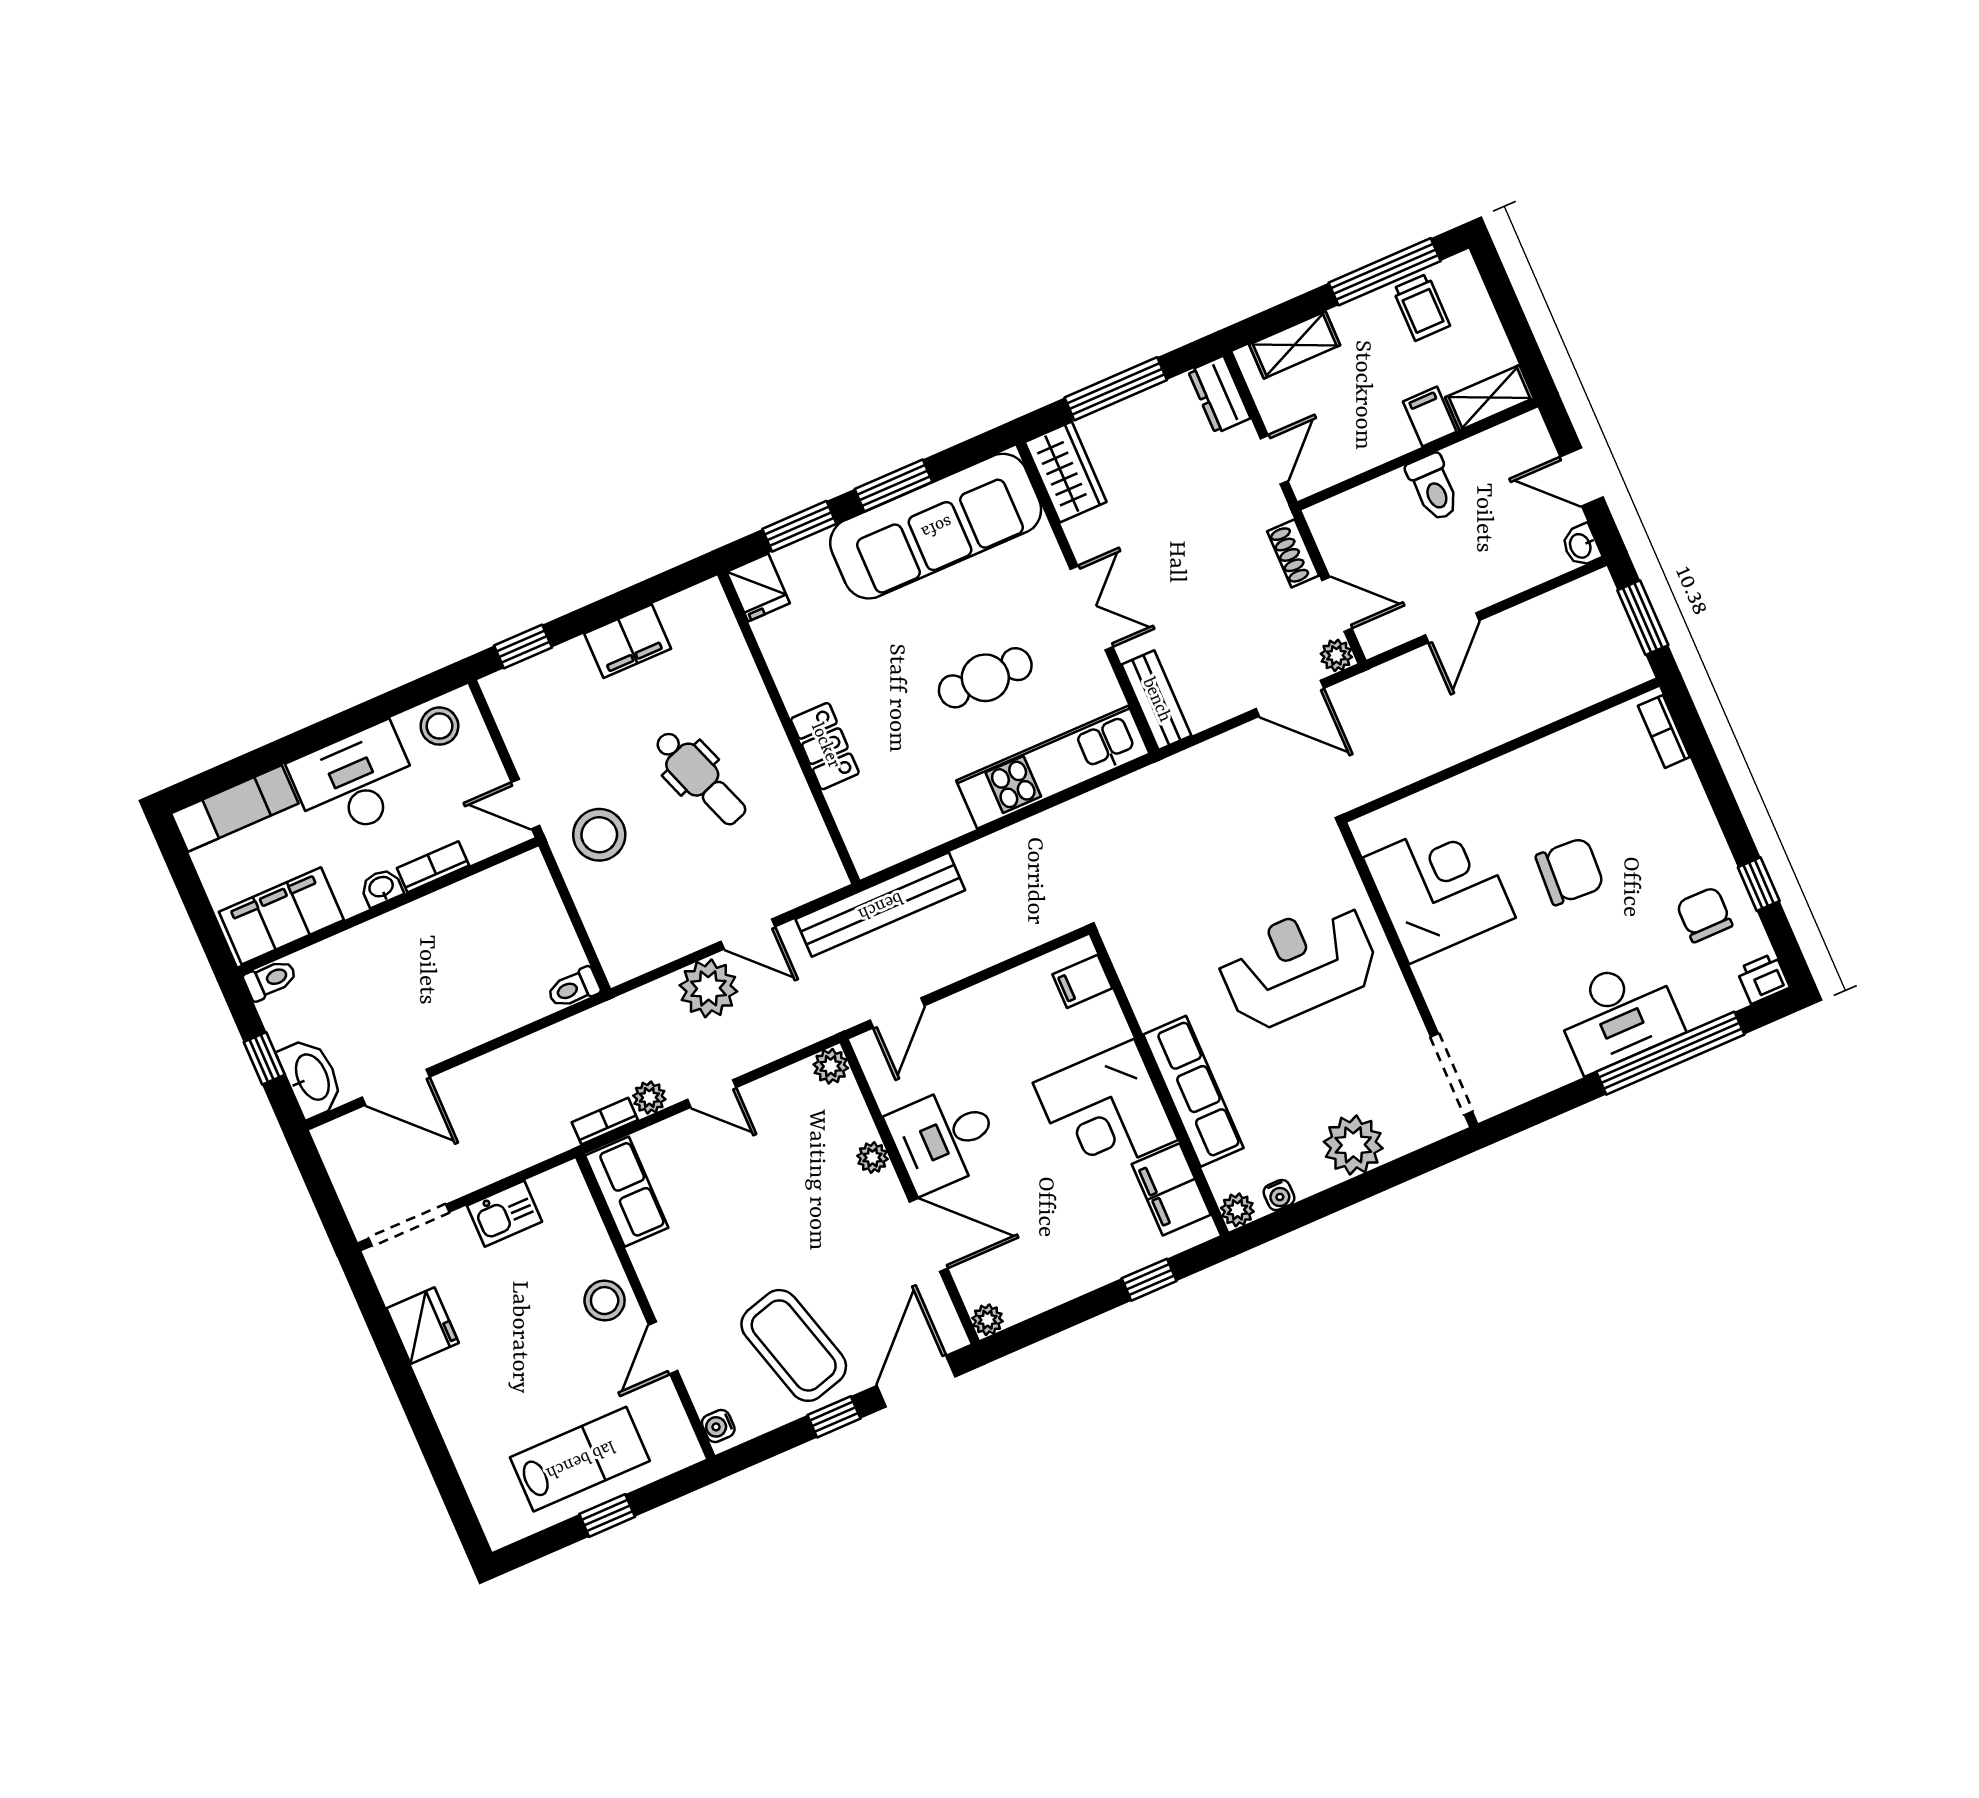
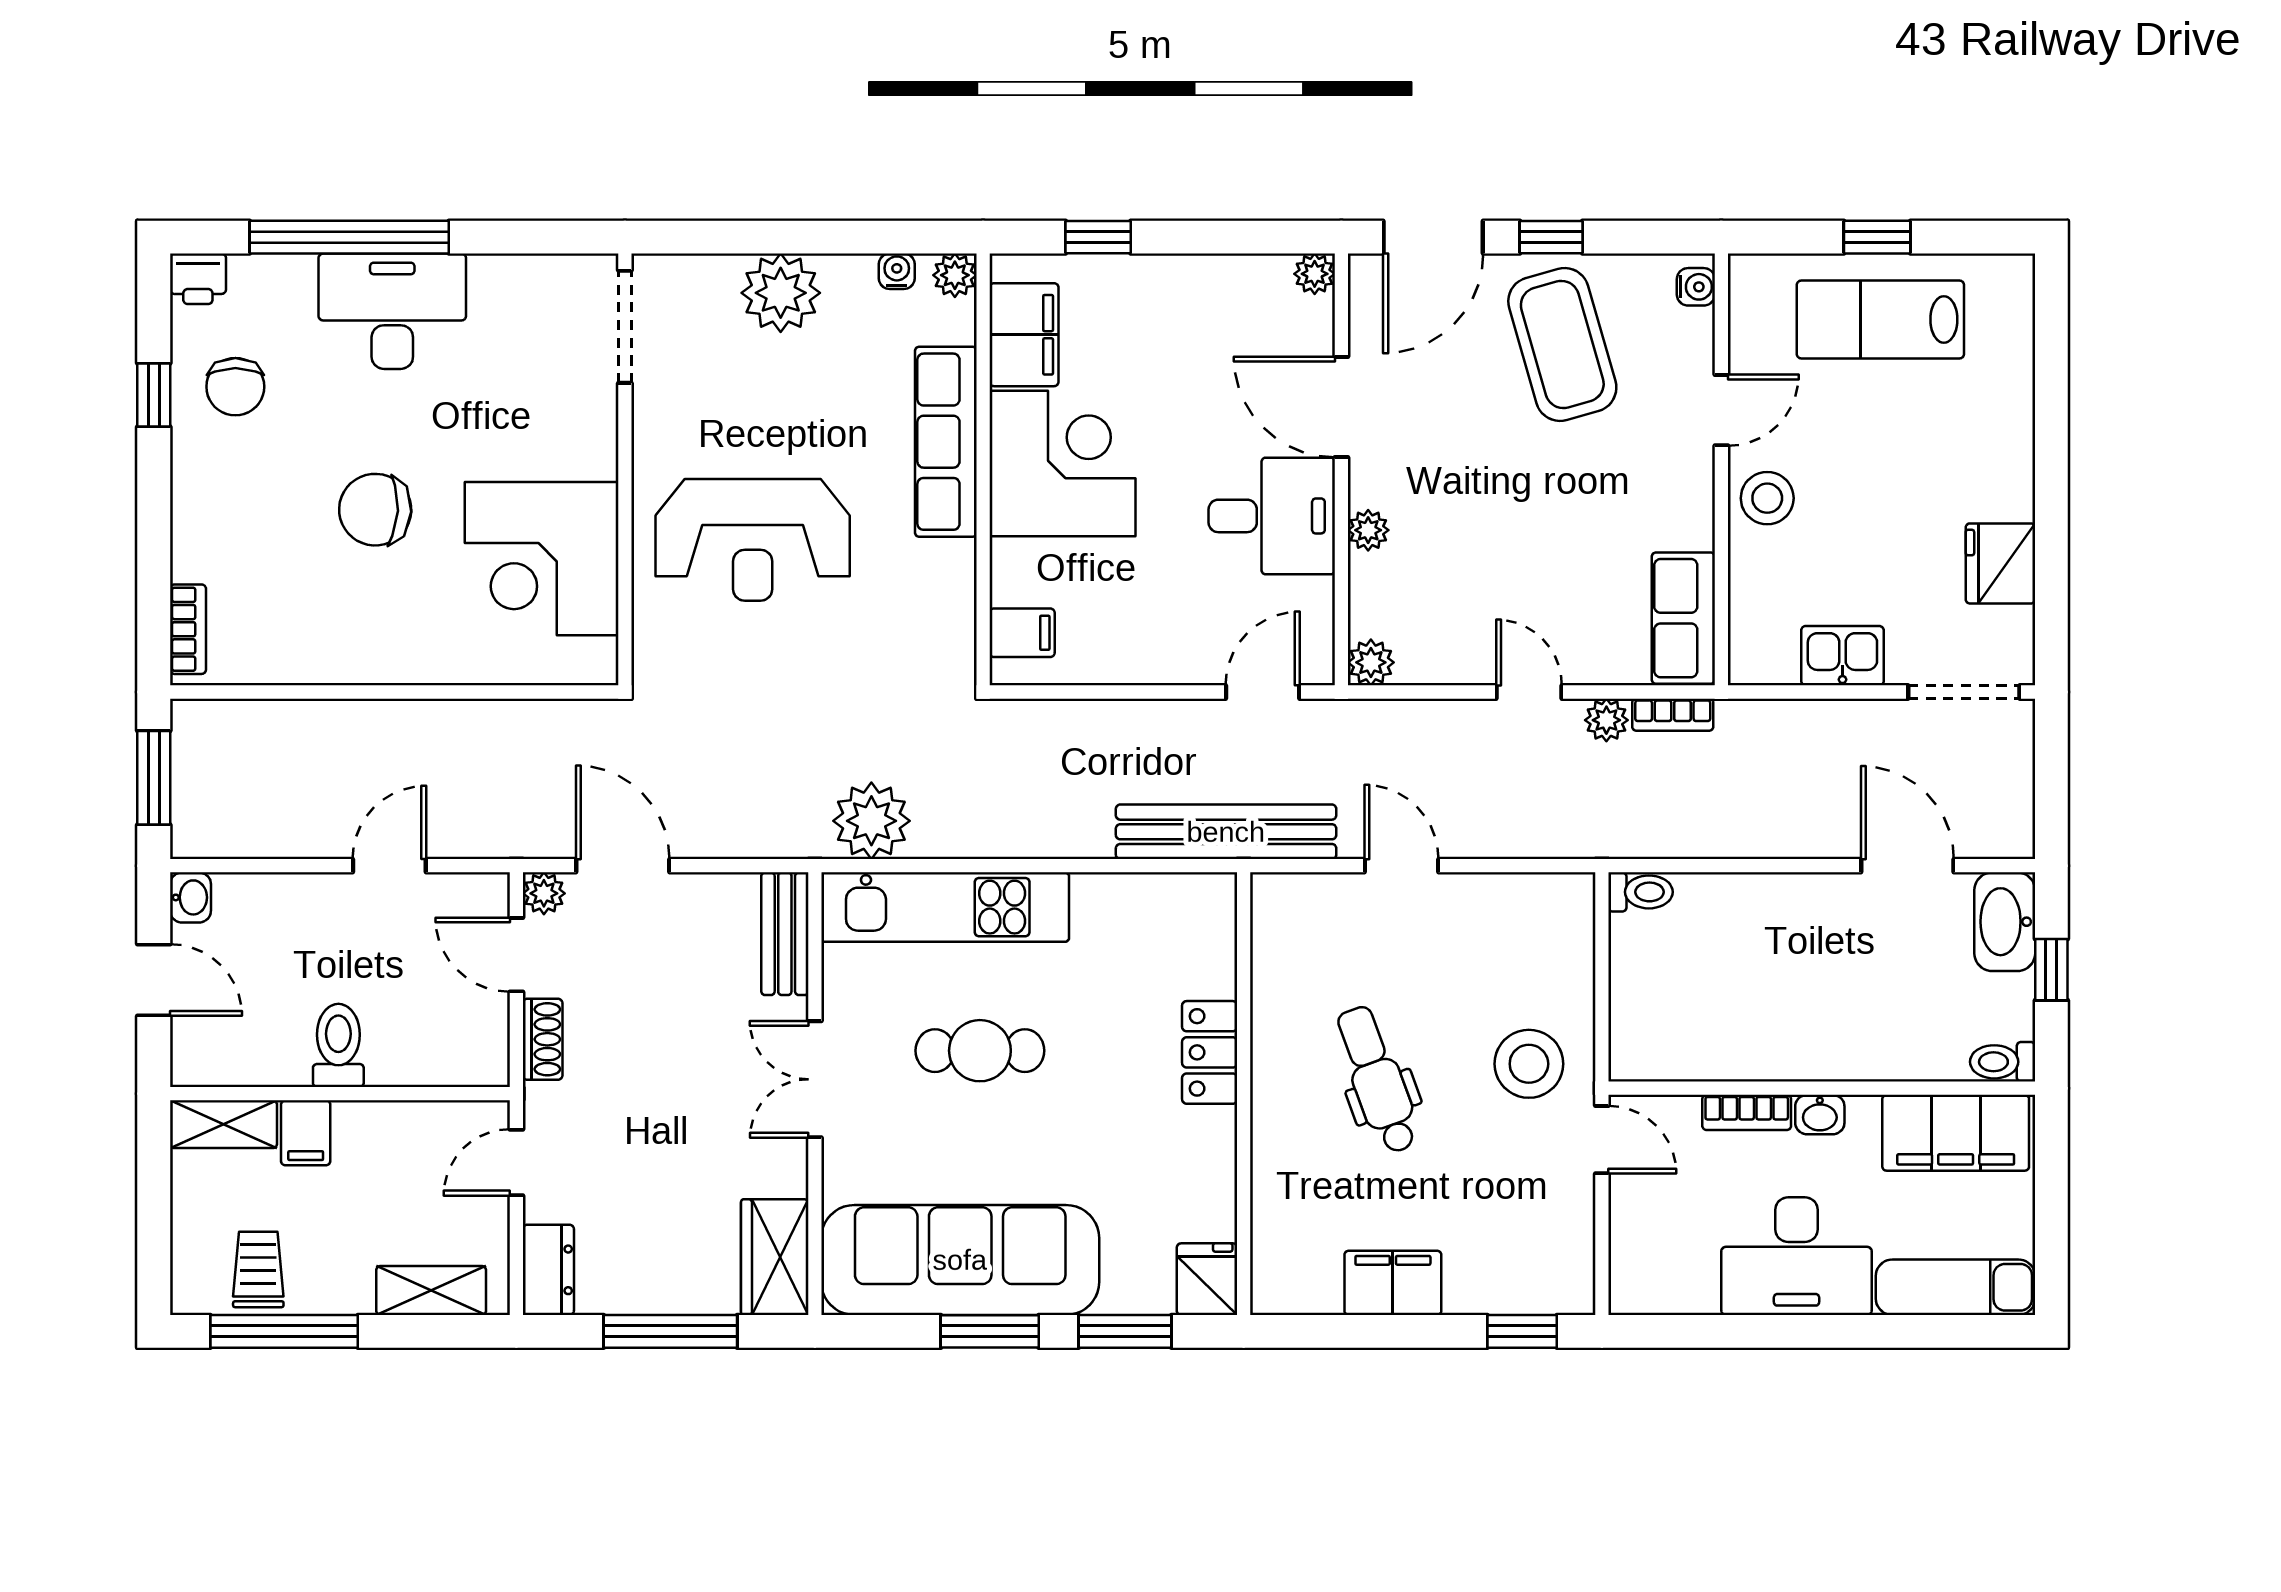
stool: (439, 726) -> (1665, 1279), removed
plant: (708, 988) -> (871, 821), moved

